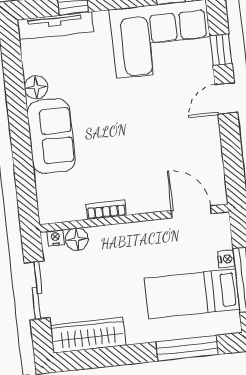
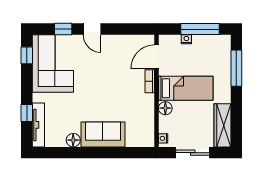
bookcase: (106, 210) -> (150, 81), moved
floor lamp: (77, 239) -> (165, 108), moved
bed: (192, 294) -> (186, 88), moved, turned -90

